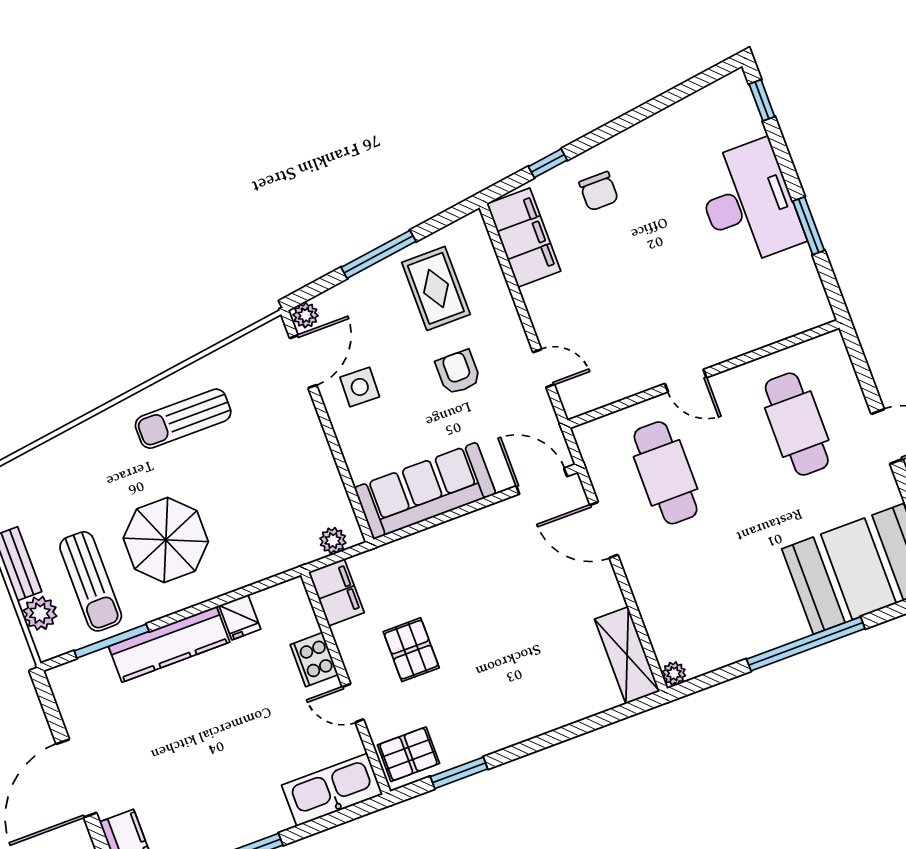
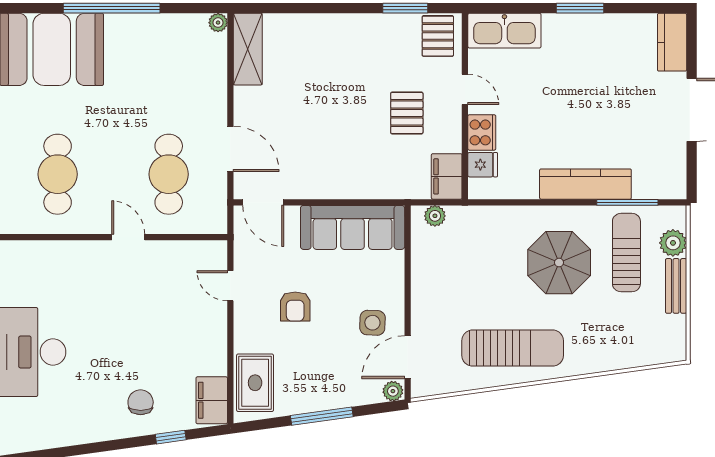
filing cabinet: (524, 238) -> (212, 400), width x0.67, depth x0.86
rug: (436, 288) -> (255, 383), moved
sun lounger: (183, 419) -> (513, 348), width x1.36, depth x1.34
fridge: (240, 617) -> (483, 165), moved, turned 90
pallet: (408, 754) -> (438, 36), turned 90

